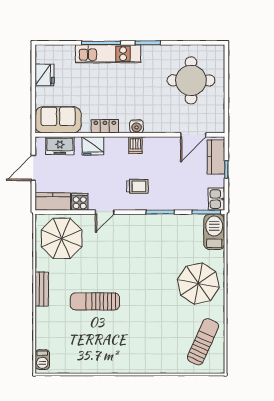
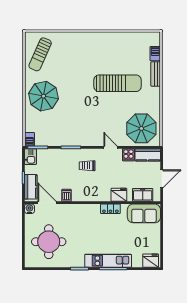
fridge: (45, 75) -> (151, 261), moved, turned 90
water cooler: (137, 126) -> (29, 209), moved
door: (193, 135) -> (47, 203), hinge flipped
dishwasher: (135, 145) -> (67, 195), moved
door: (105, 212) -> (111, 147), hinge flipped
barbecue: (214, 232) -> (29, 139), width x0.53, depth x0.65
bench: (42, 289) -> (156, 74), moved
sun lounger: (95, 301) -> (118, 83), width x1.36, depth x1.34
barbecue: (42, 360) -> (155, 54), moved

